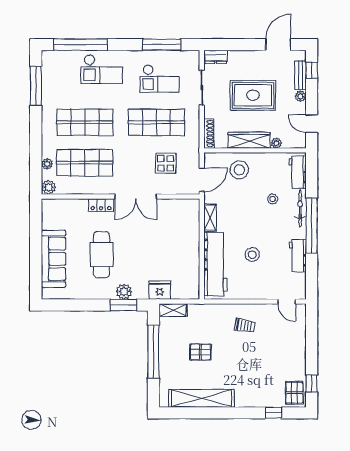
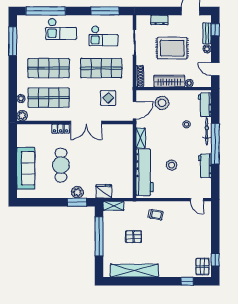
dresser: (216, 57) -> (159, 20), moved
trolley: (245, 326) -> (155, 215), moved

